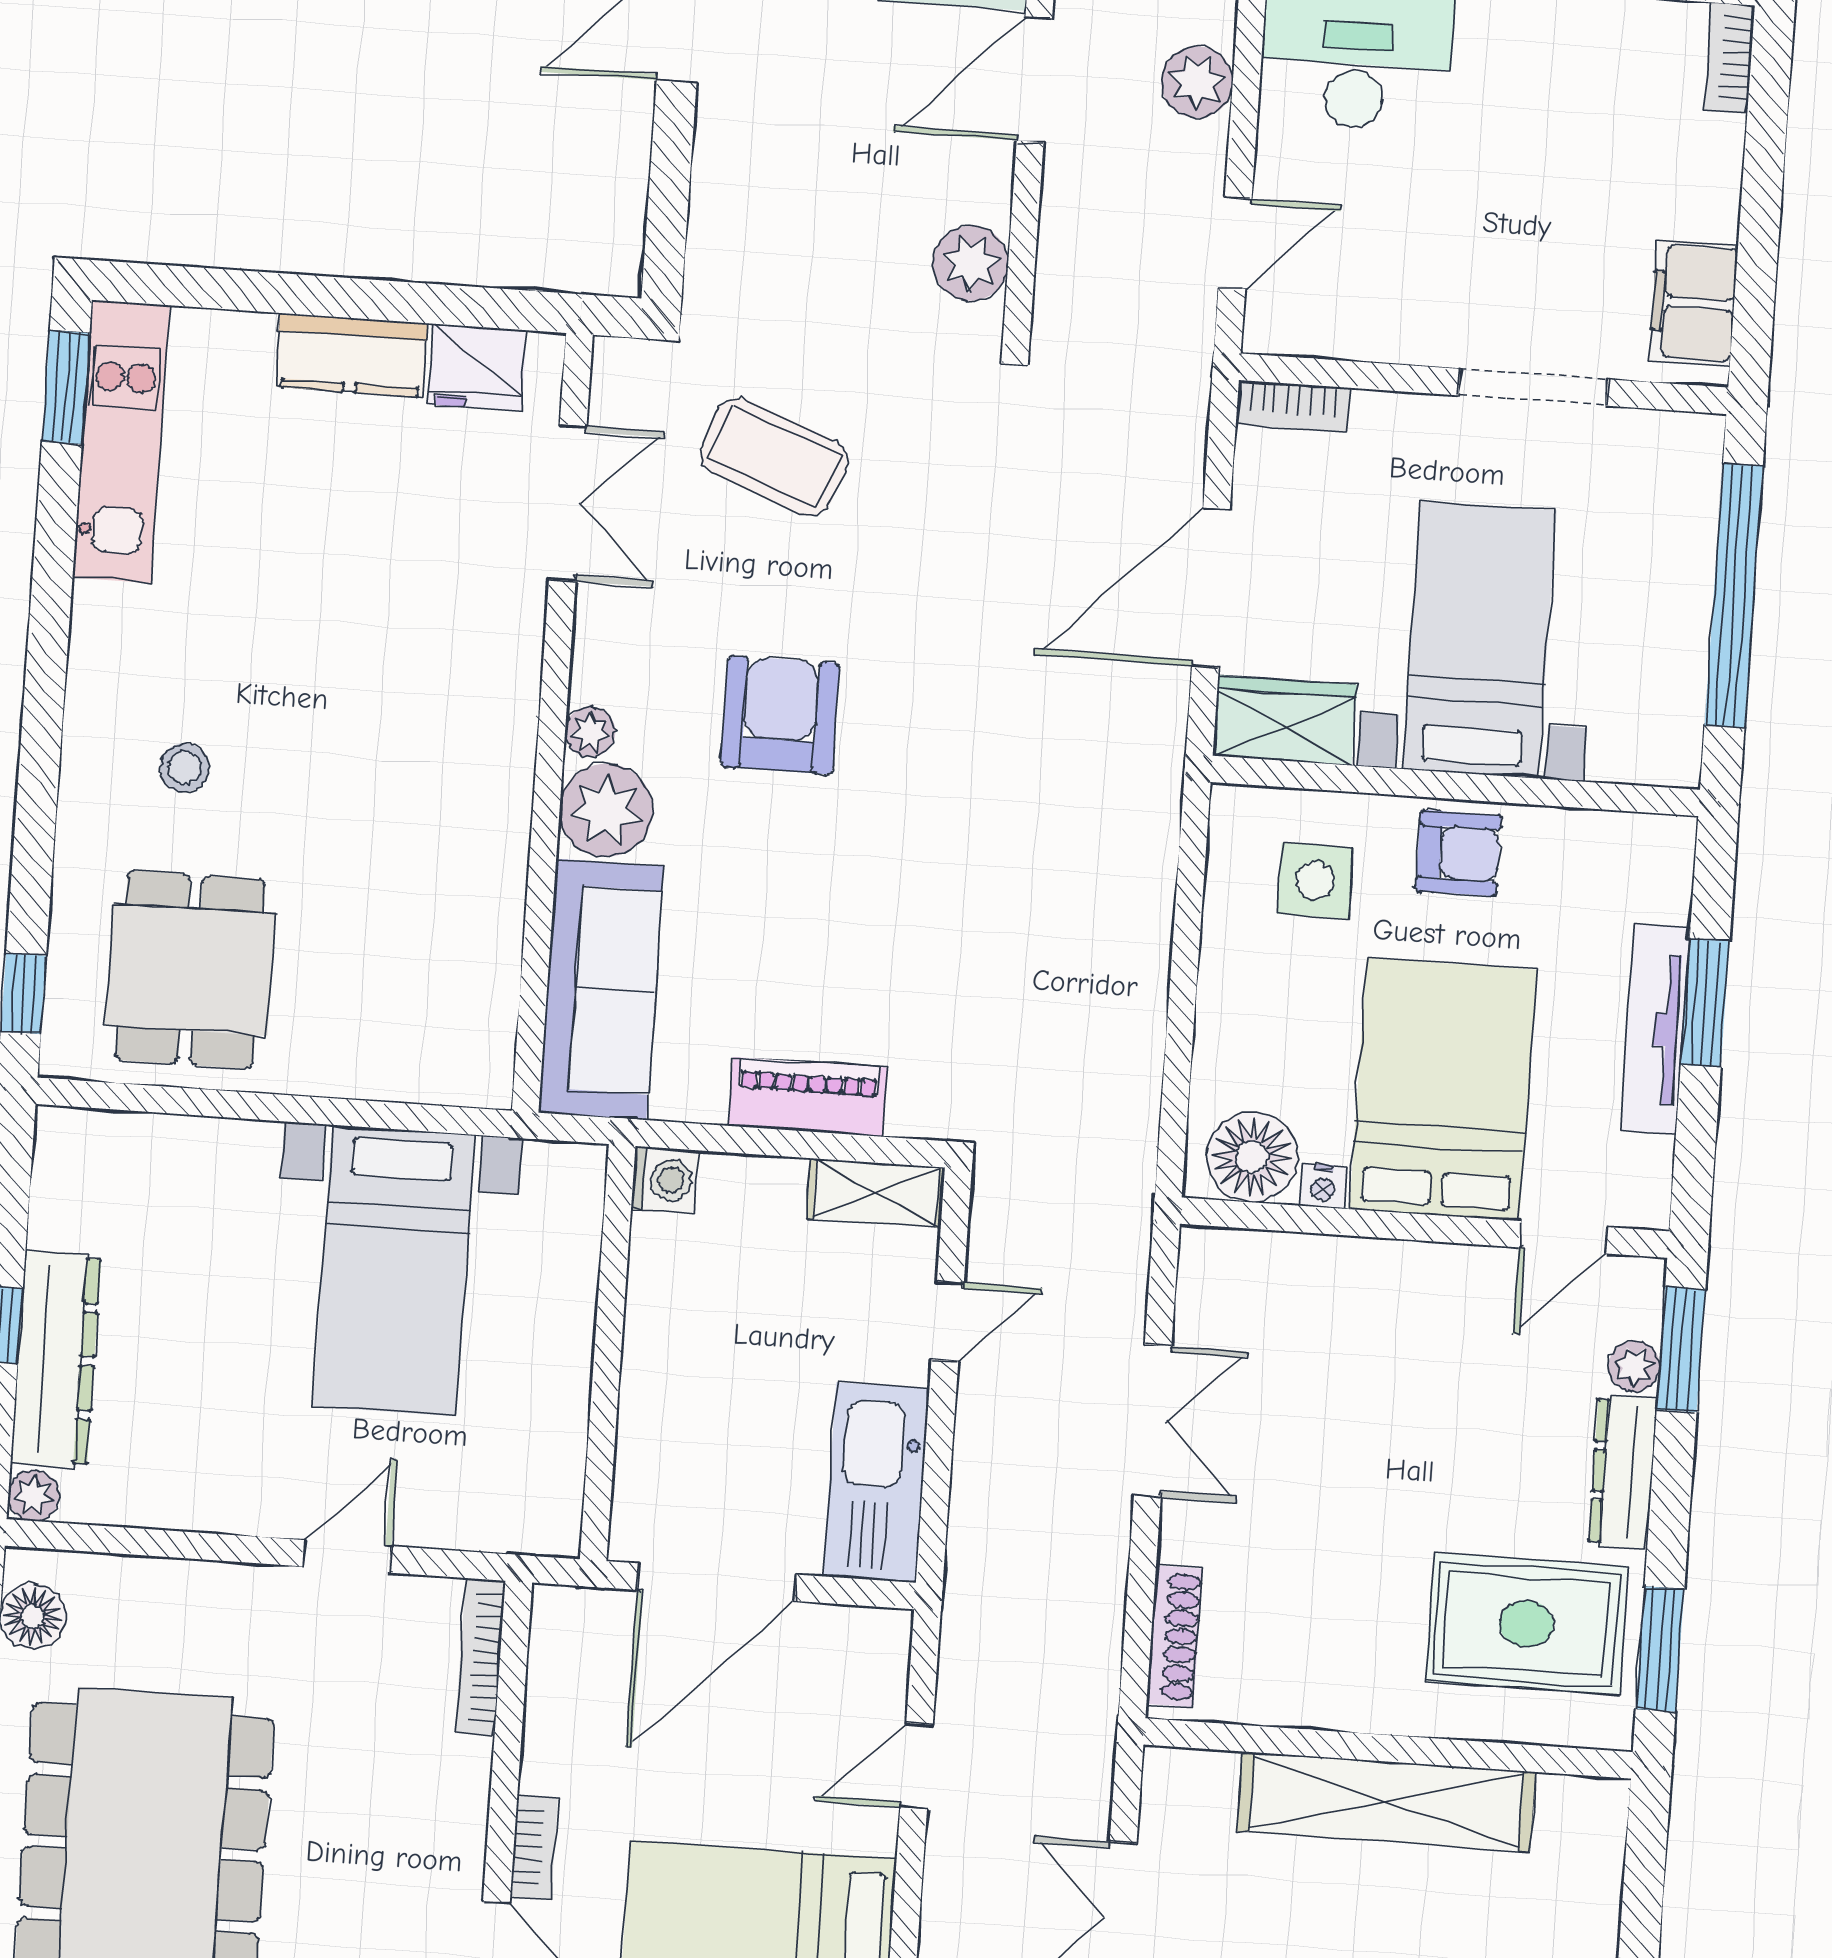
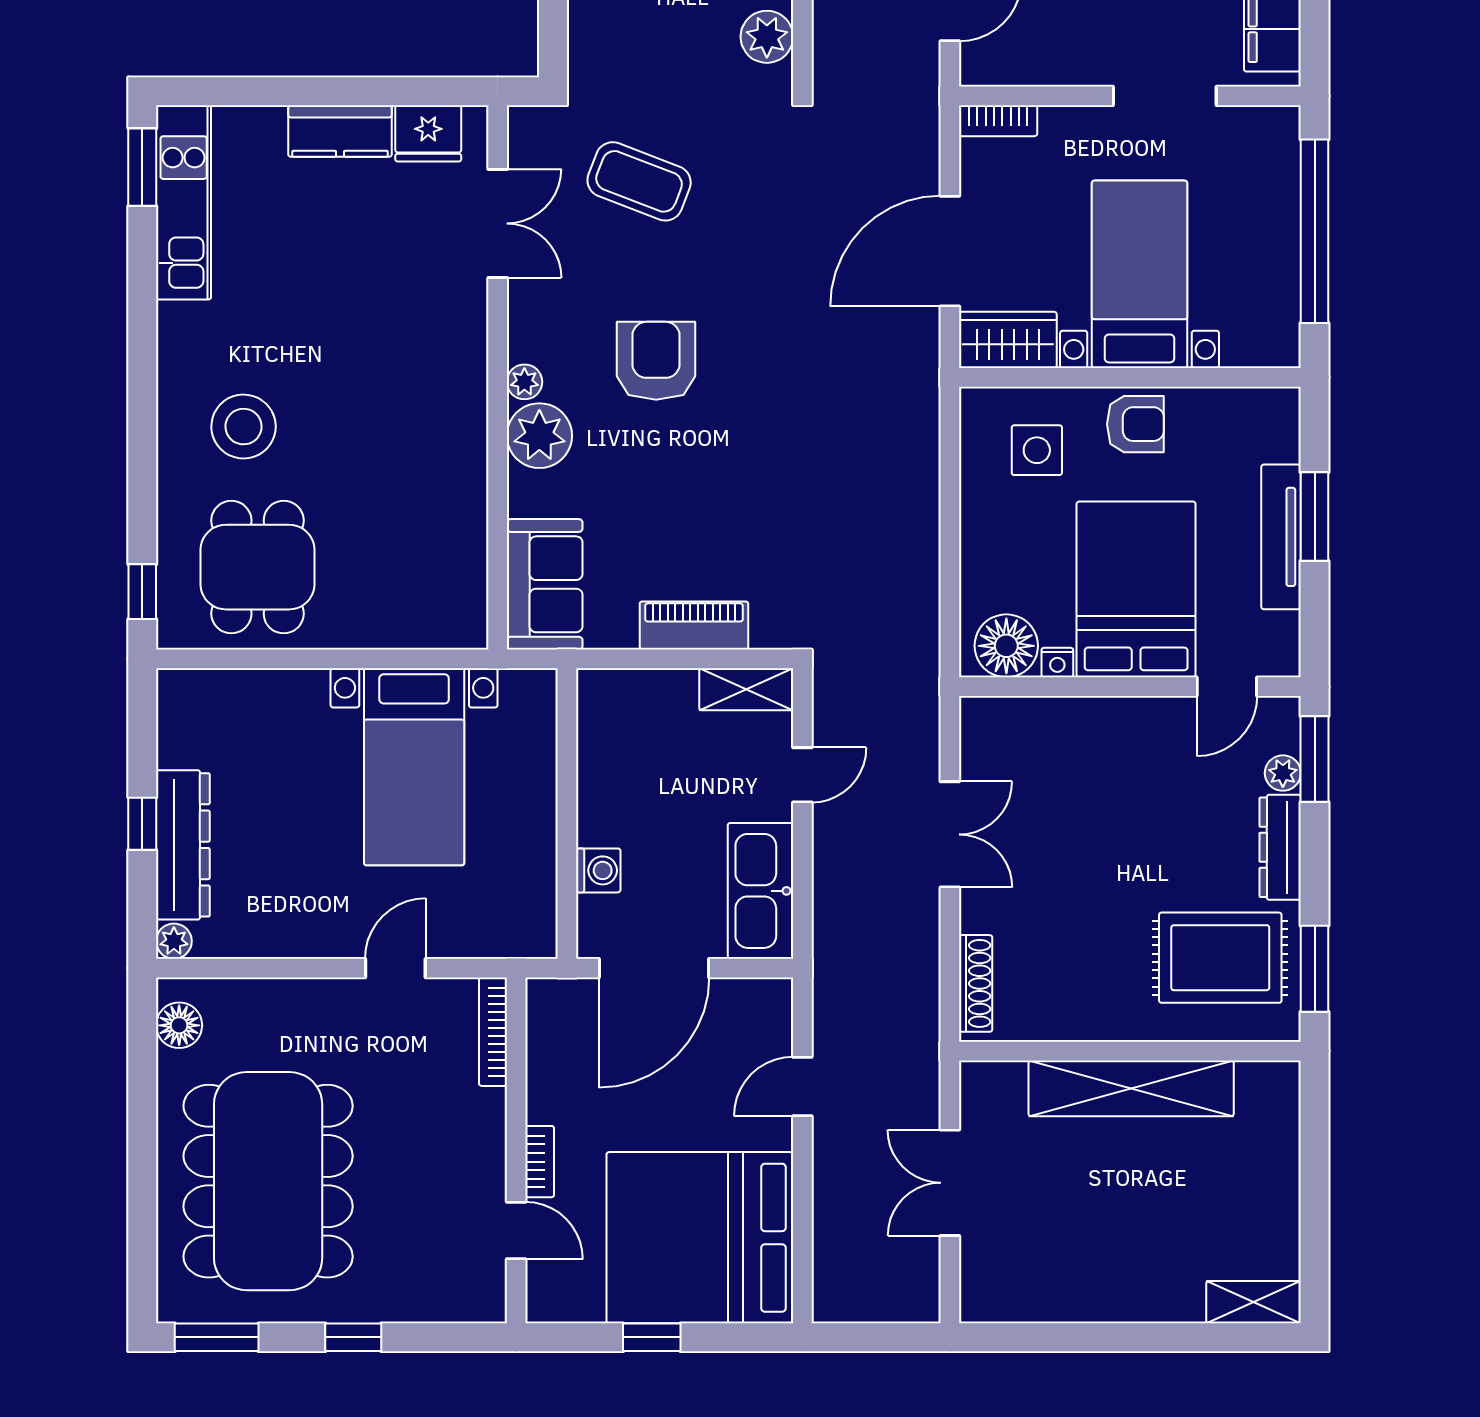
stool: (184, 768) -> (244, 427), width x1.89, depth x1.89
sofa: (601, 989) -> (545, 584), width x0.73
washing machine: (665, 1180) -> (598, 870), moved

